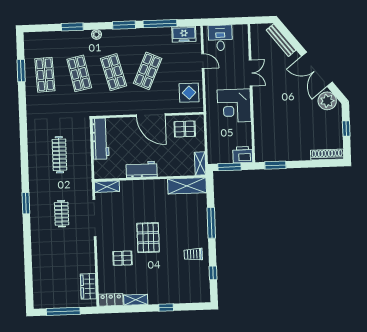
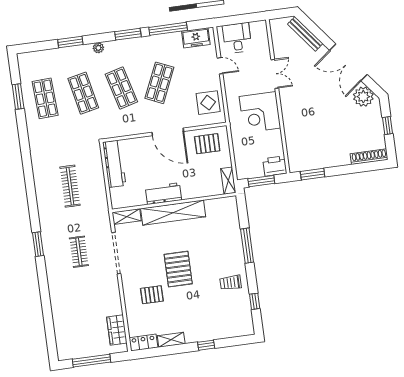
shelving: (187, 186) -> (173, 213), moved, width x1.47

